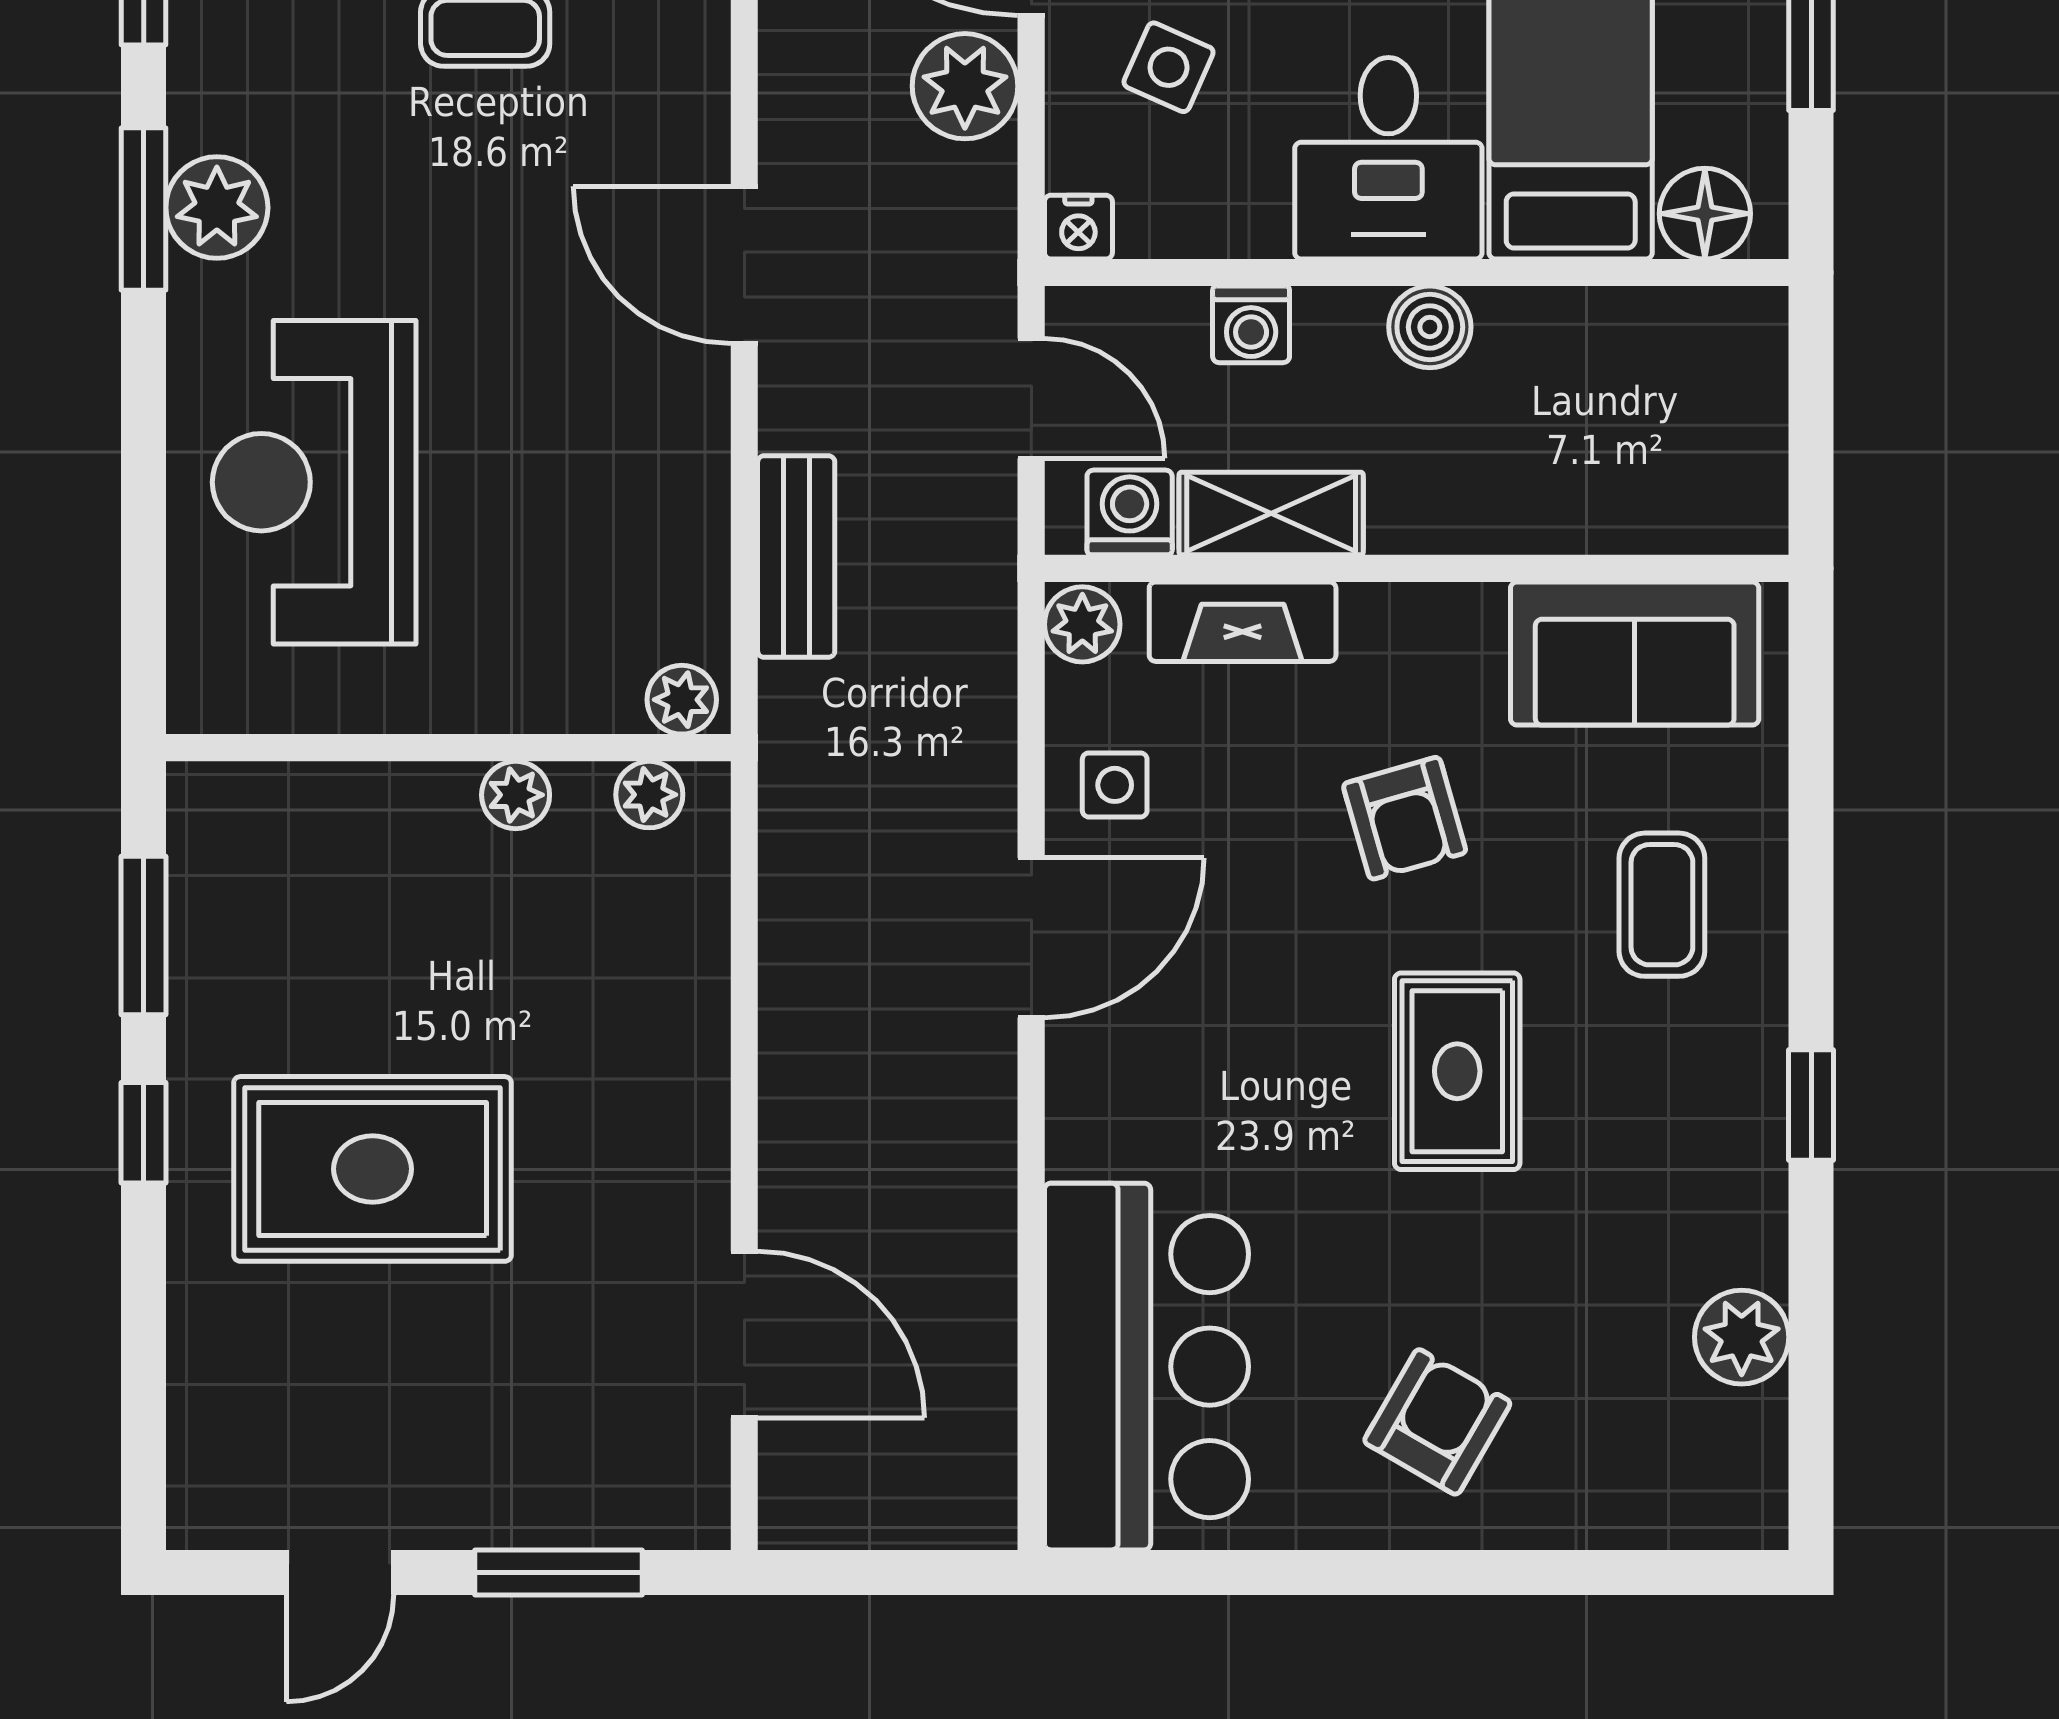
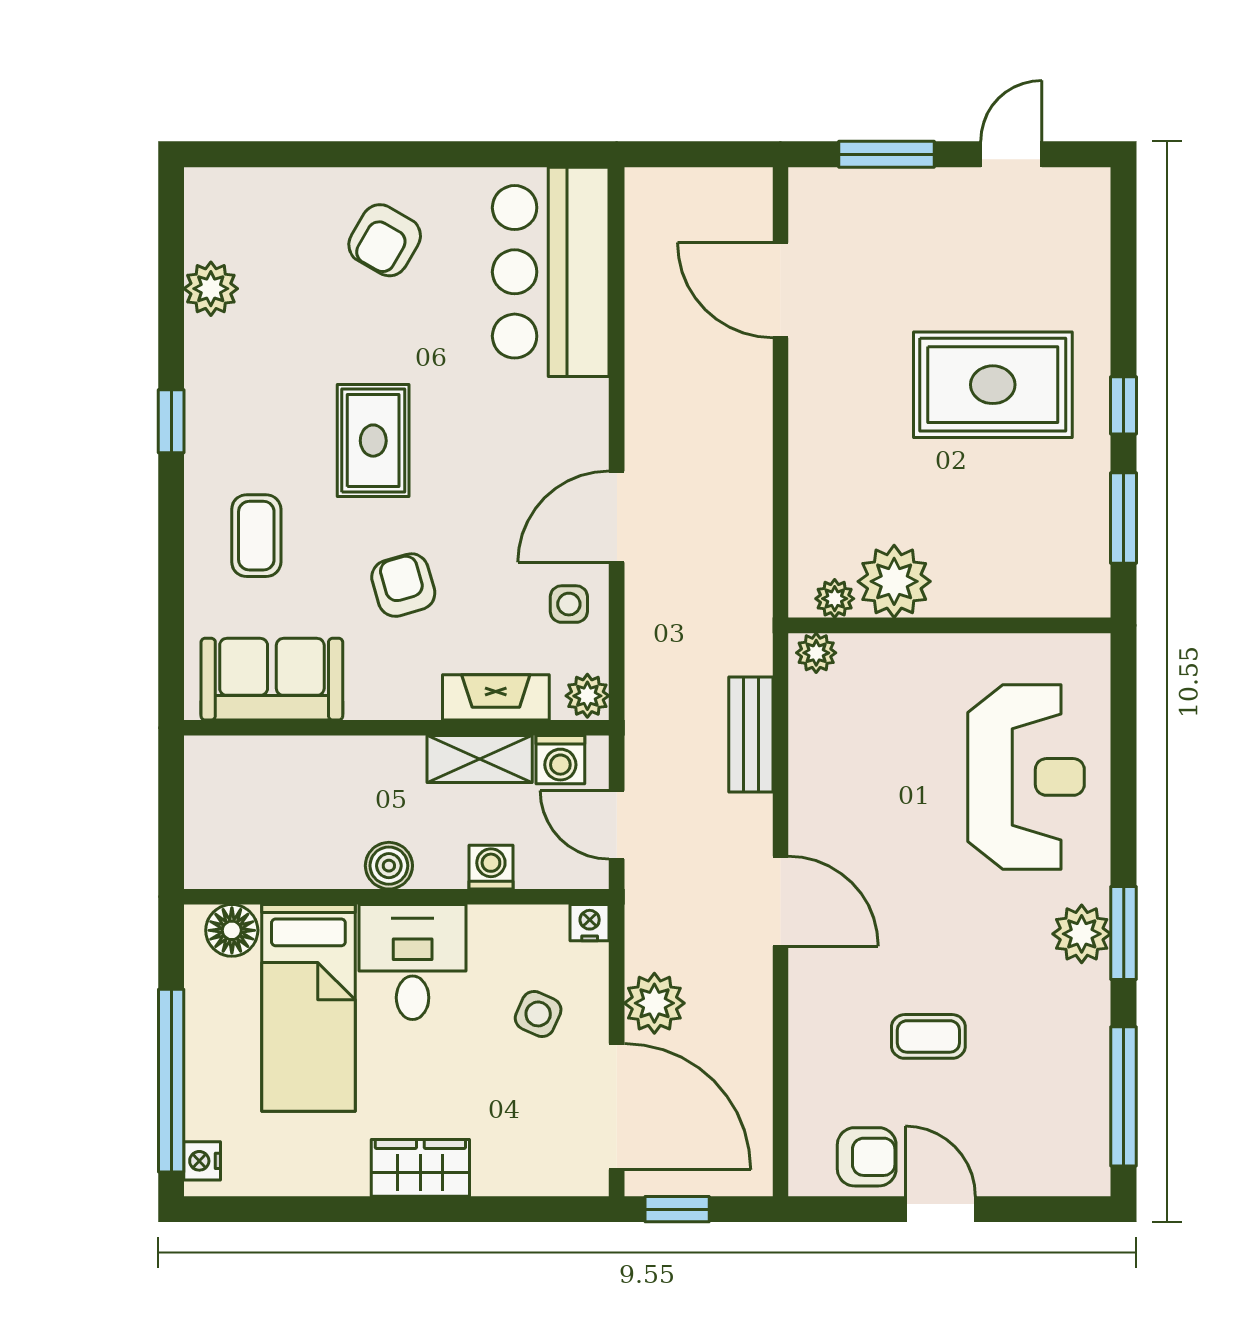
plant: (516, 795) -> (894, 581), width x1.88, depth x1.88

